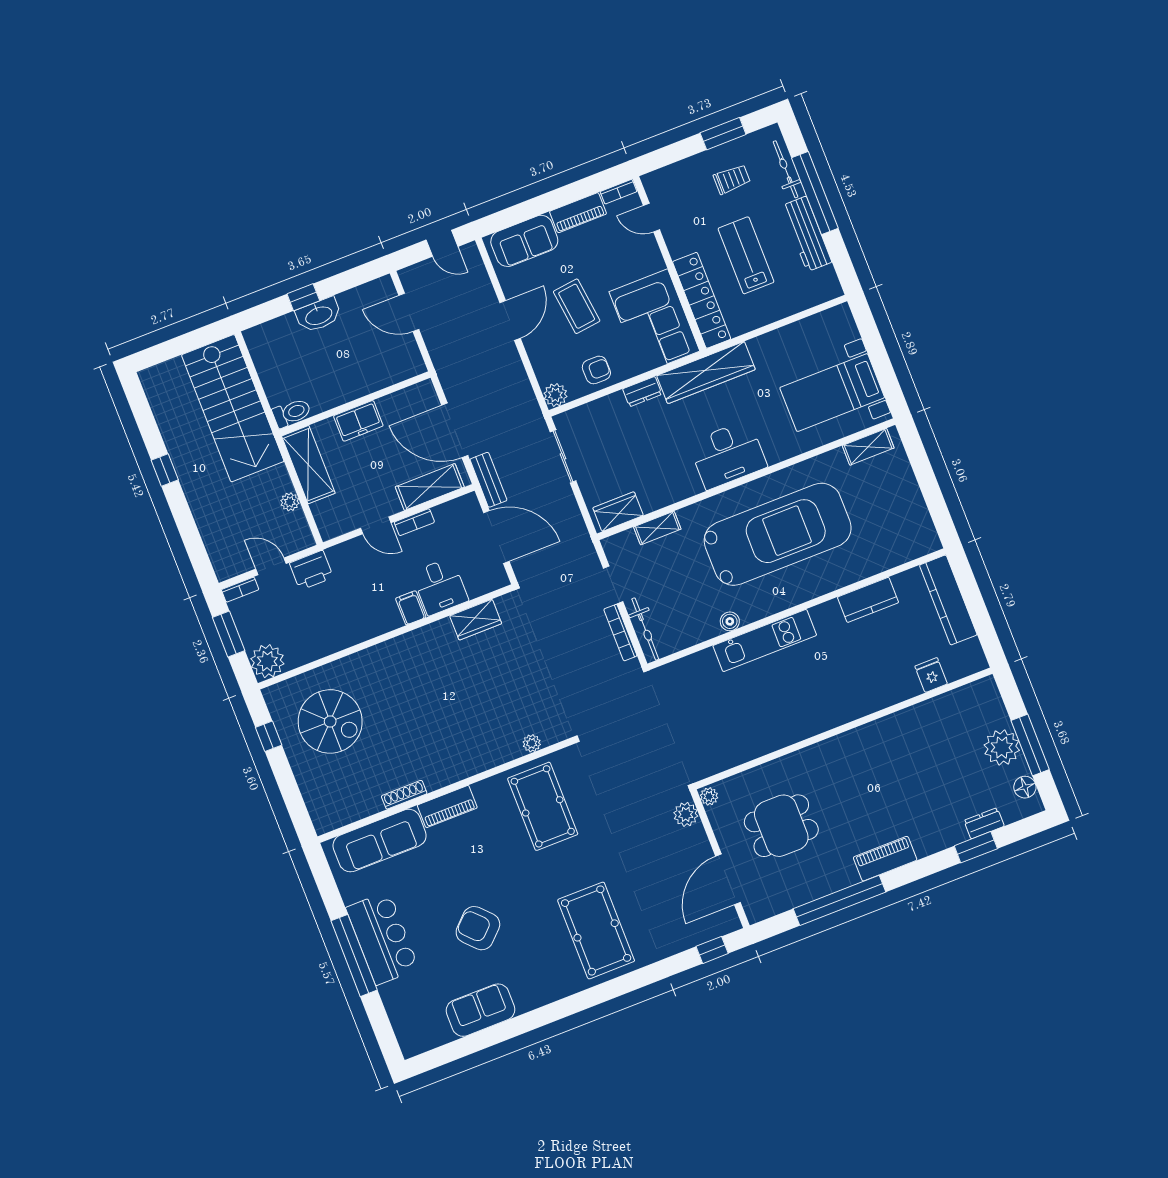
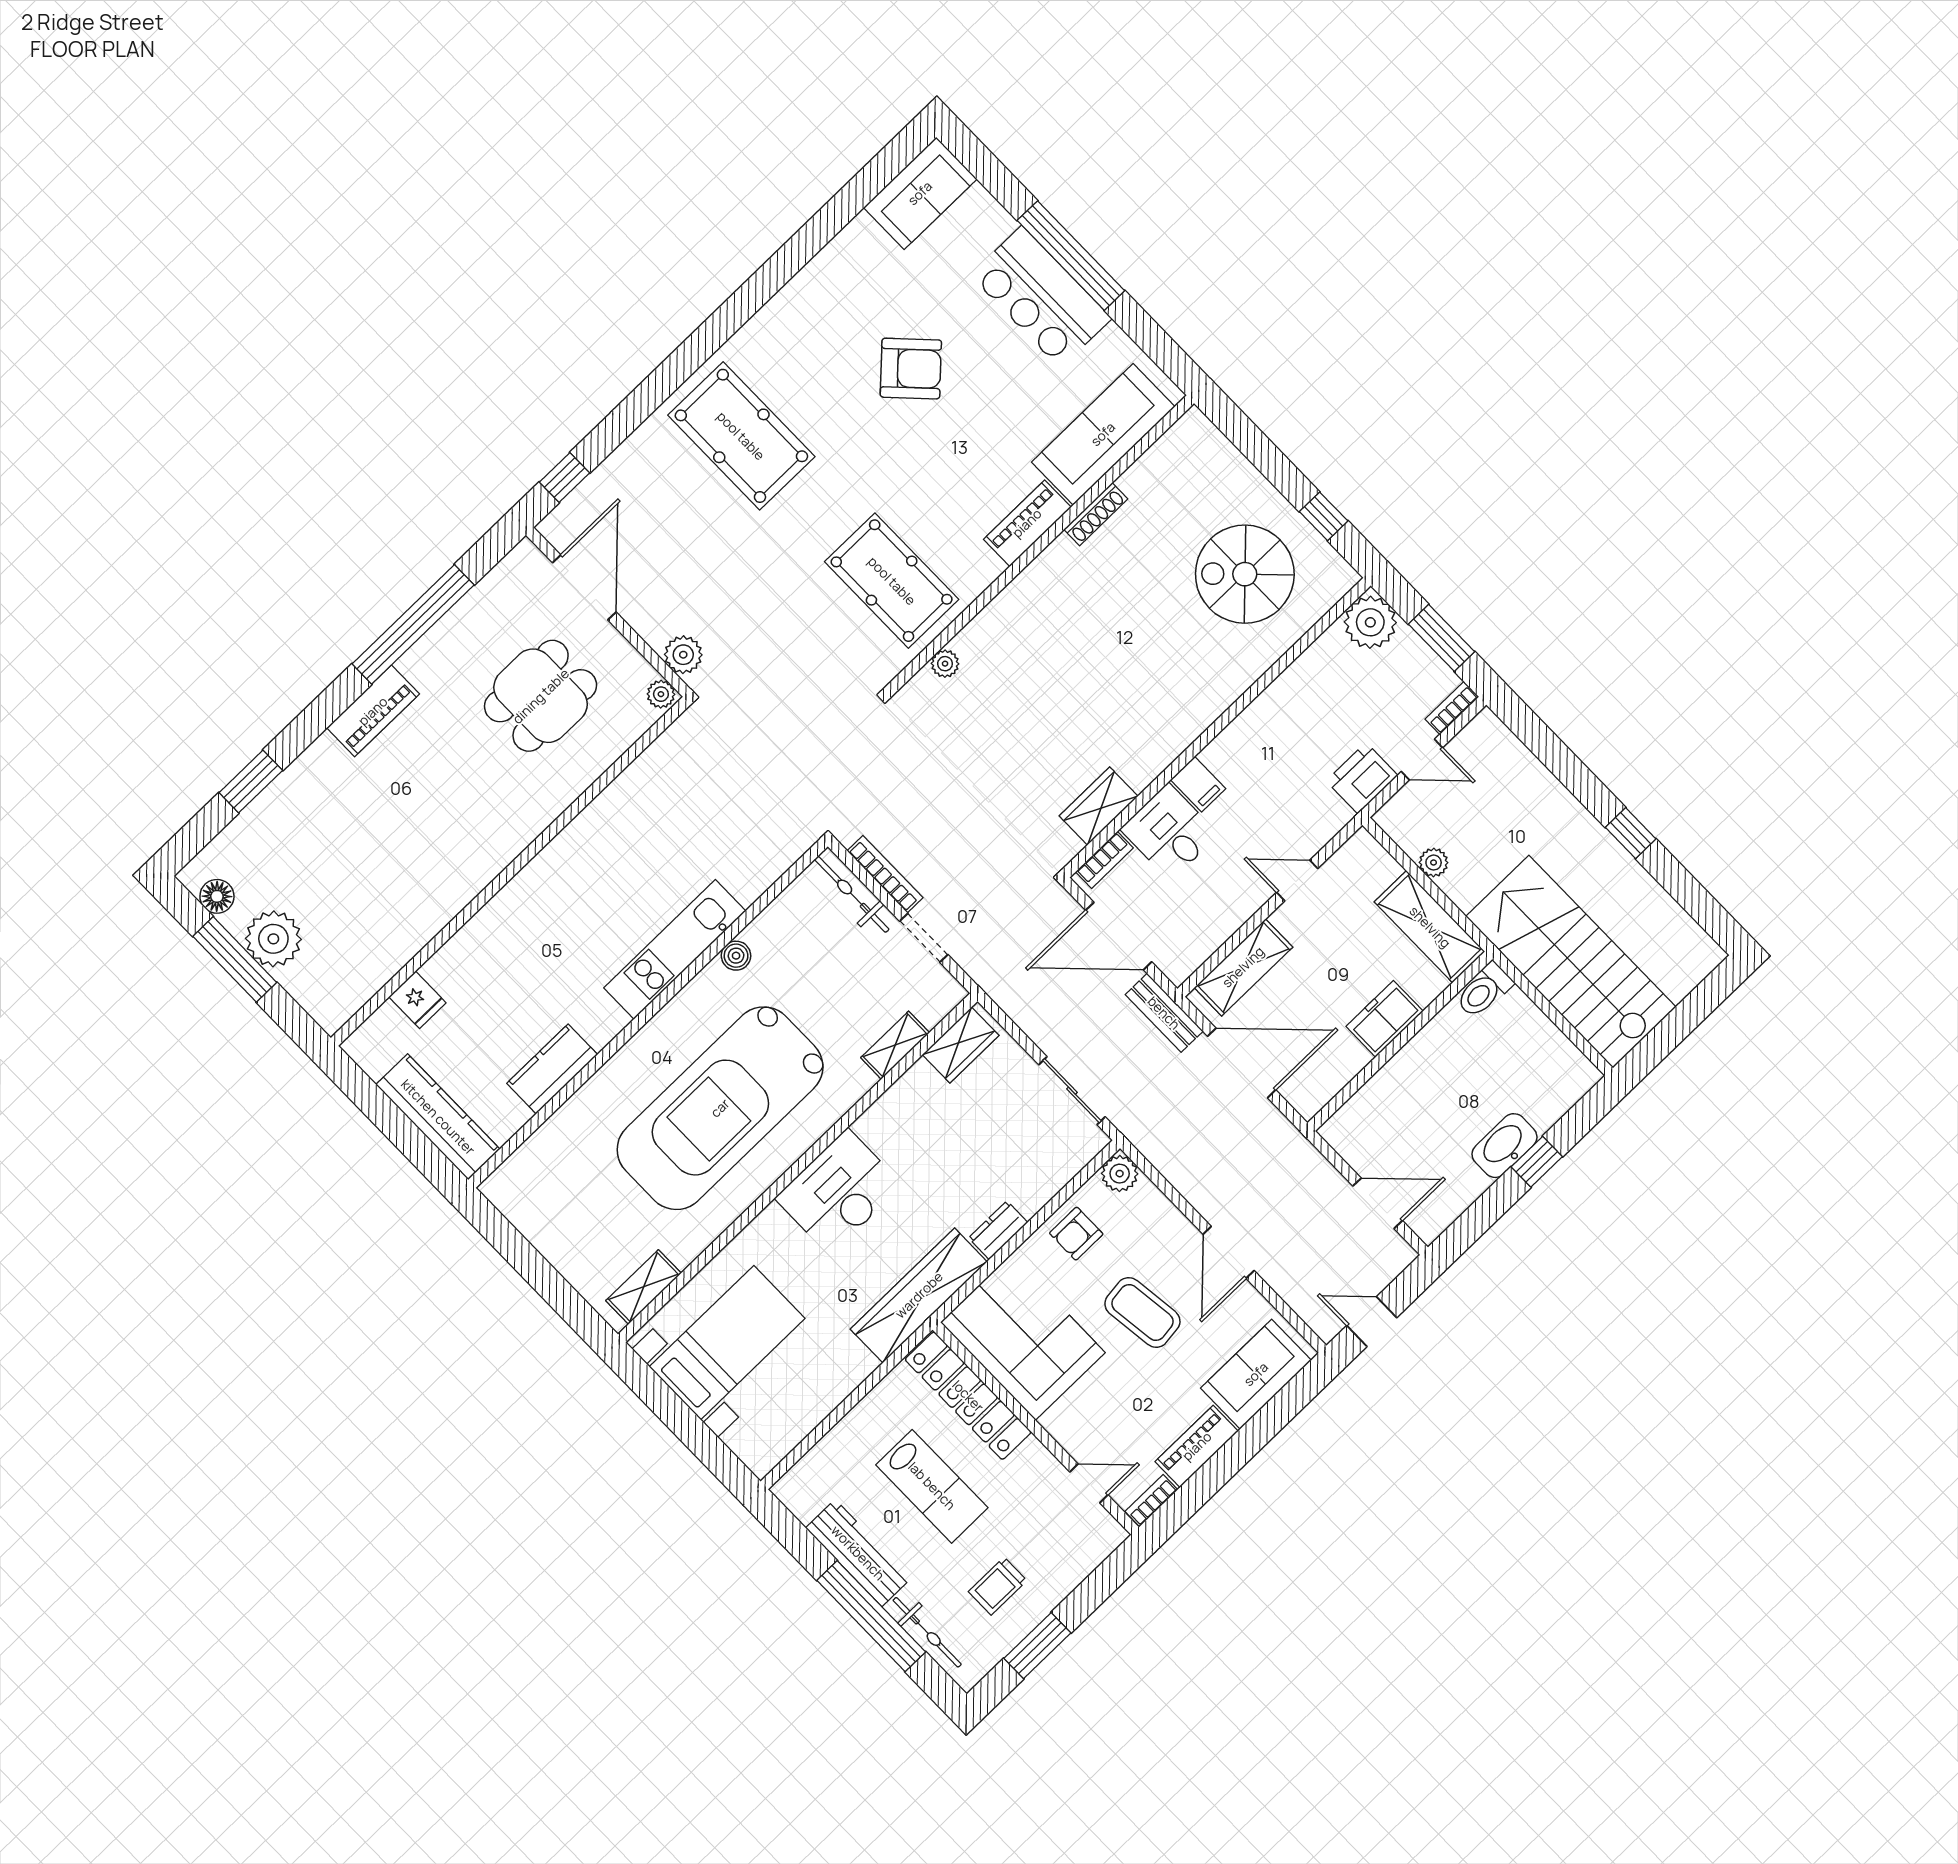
bookcase: (414, 522) -> (1104, 860), moved, turned 180
dresser: (984, 823) -> (253, 820), removed
sofa: (481, 1010) -> (920, 193), moved

